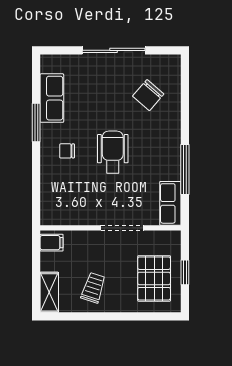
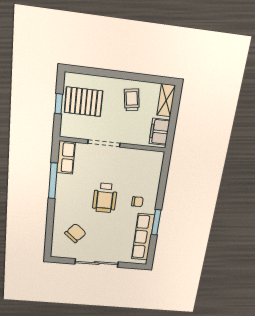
row of seats: (52, 98) -> (143, 237), width x1.48
filing cabinet: (52, 243) -> (159, 132), width x2.00
pallet: (154, 278) -> (84, 102), turned 90
trolley: (93, 288) -> (132, 100), turned 153

